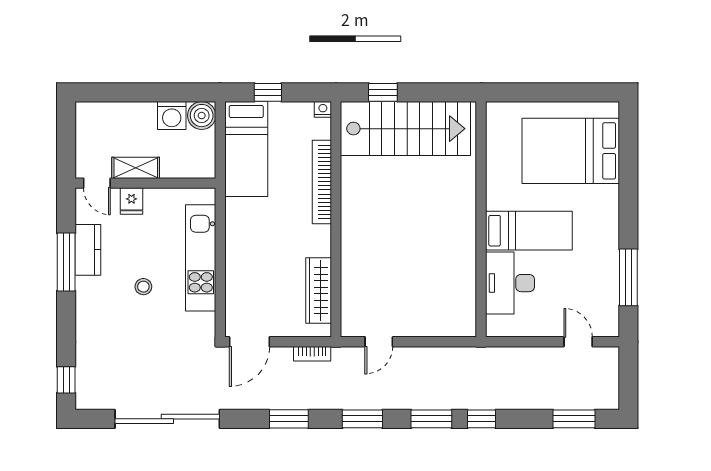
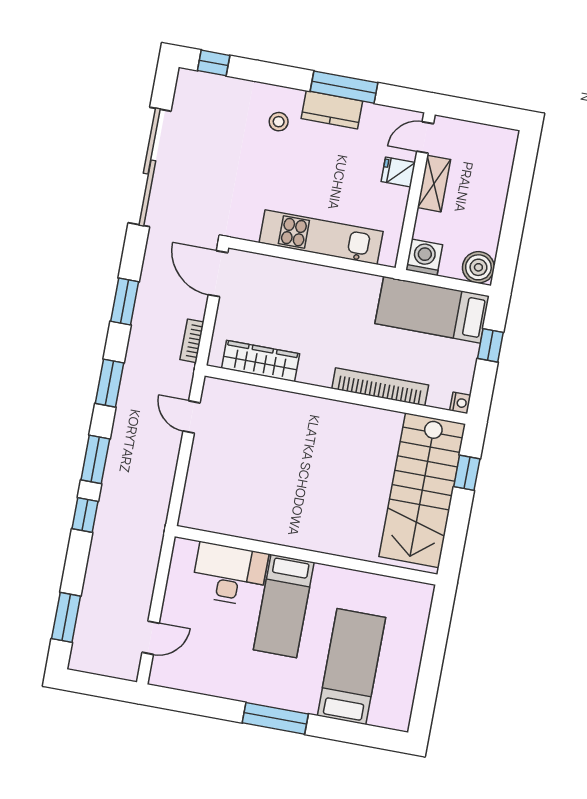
washing machine: (172, 116) -> (424, 257), moved, turned 90
bed: (571, 151) -> (351, 667), width x0.67
kitchen counter: (88, 250) -> (332, 110), moved
window: (628, 277) -> (275, 718), moved
stool: (143, 287) -> (279, 122), moved

